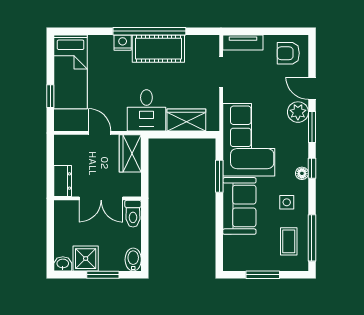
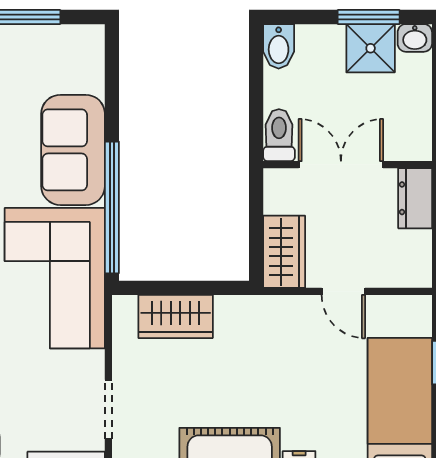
desk: (146, 110) -> (253, 335), removed
window: (219, 176) -> (112, 207), width x2.11
window: (103, 275) -> (369, 17), moved

